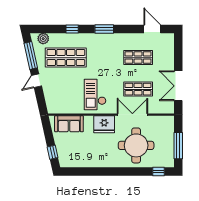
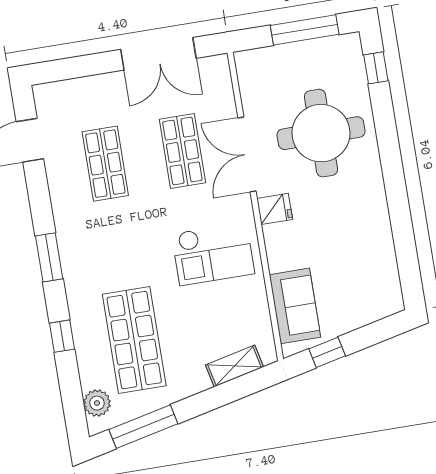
door: (36, 81) -> (203, 403), removed
shelving: (49, 96) -> (234, 366), added
fridge: (104, 124) -> (275, 209), width x0.53, depth x0.75
window: (53, 152) -> (327, 352), moved

